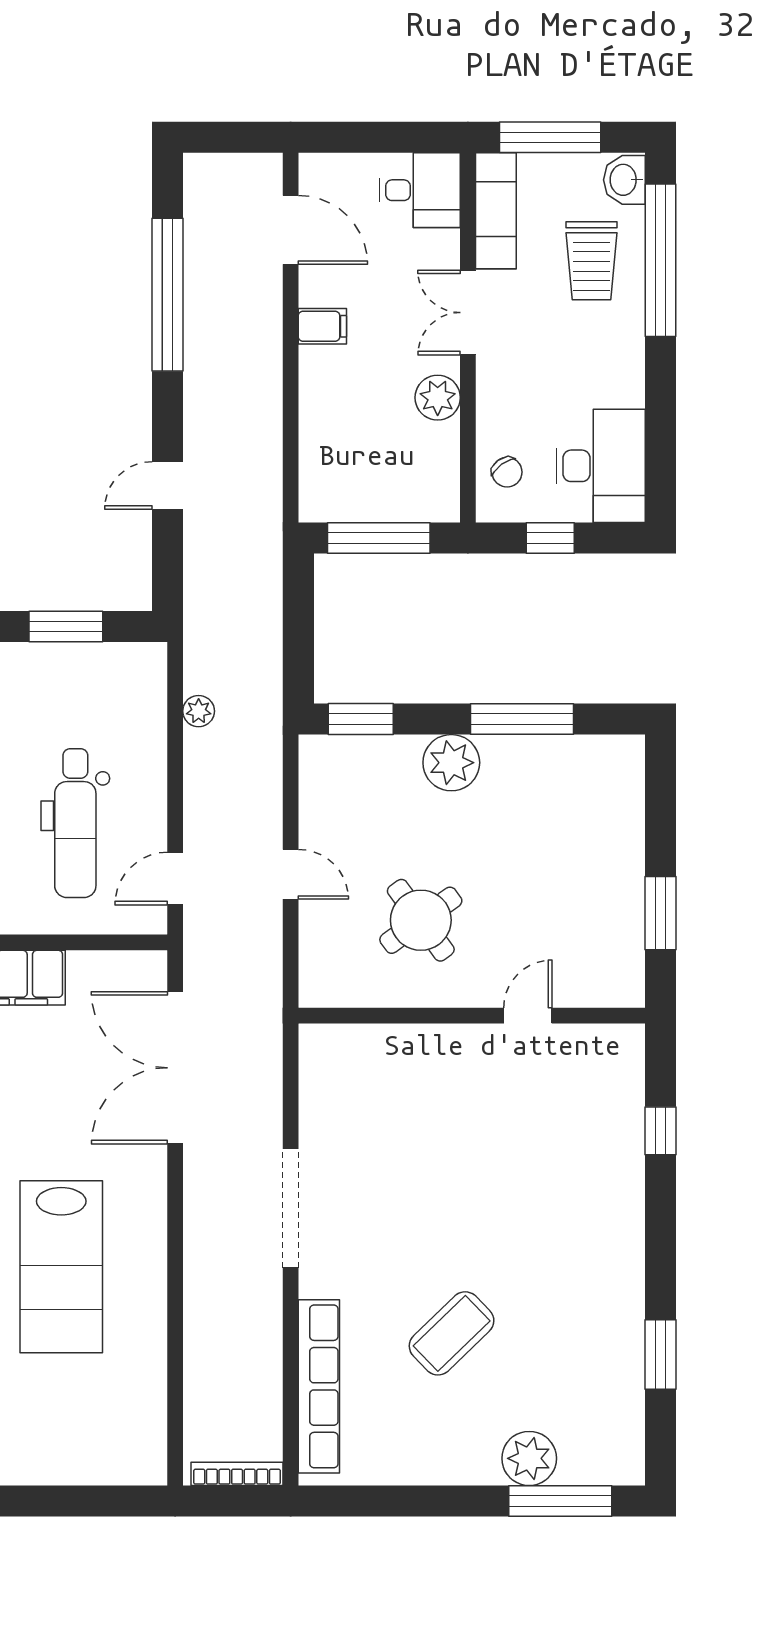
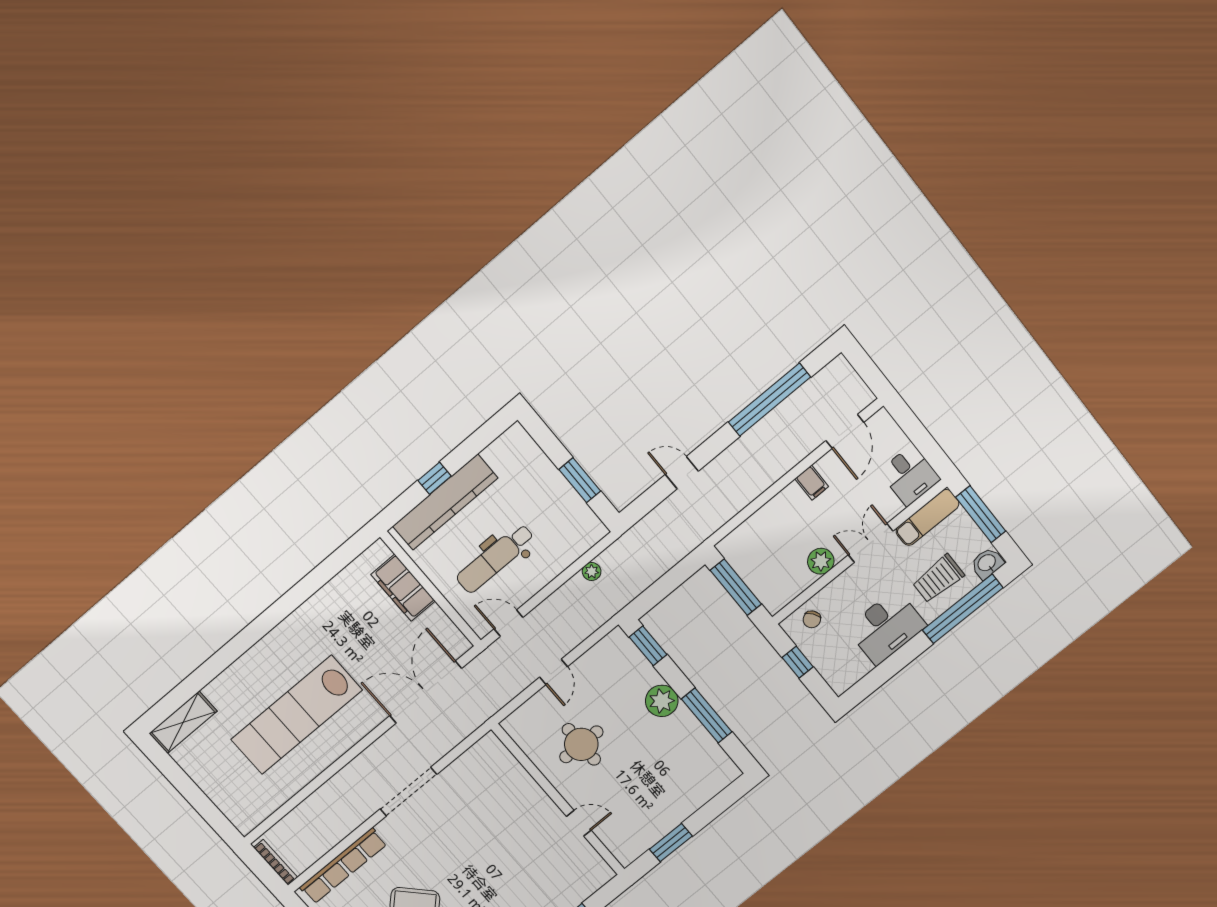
desk: (601, 466) -> (886, 627), moved
round table: (421, 920) -> (581, 744), turned 36
lab bench: (61, 1267) -> (296, 715), width x1.36

